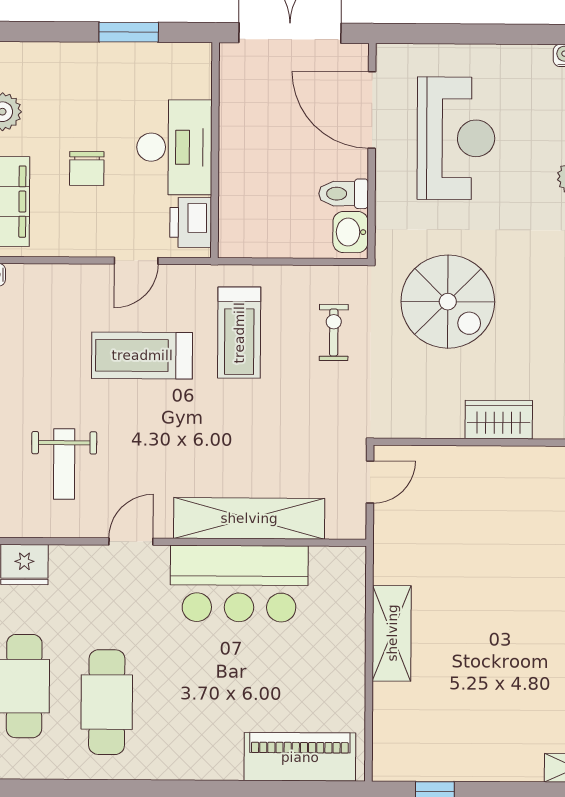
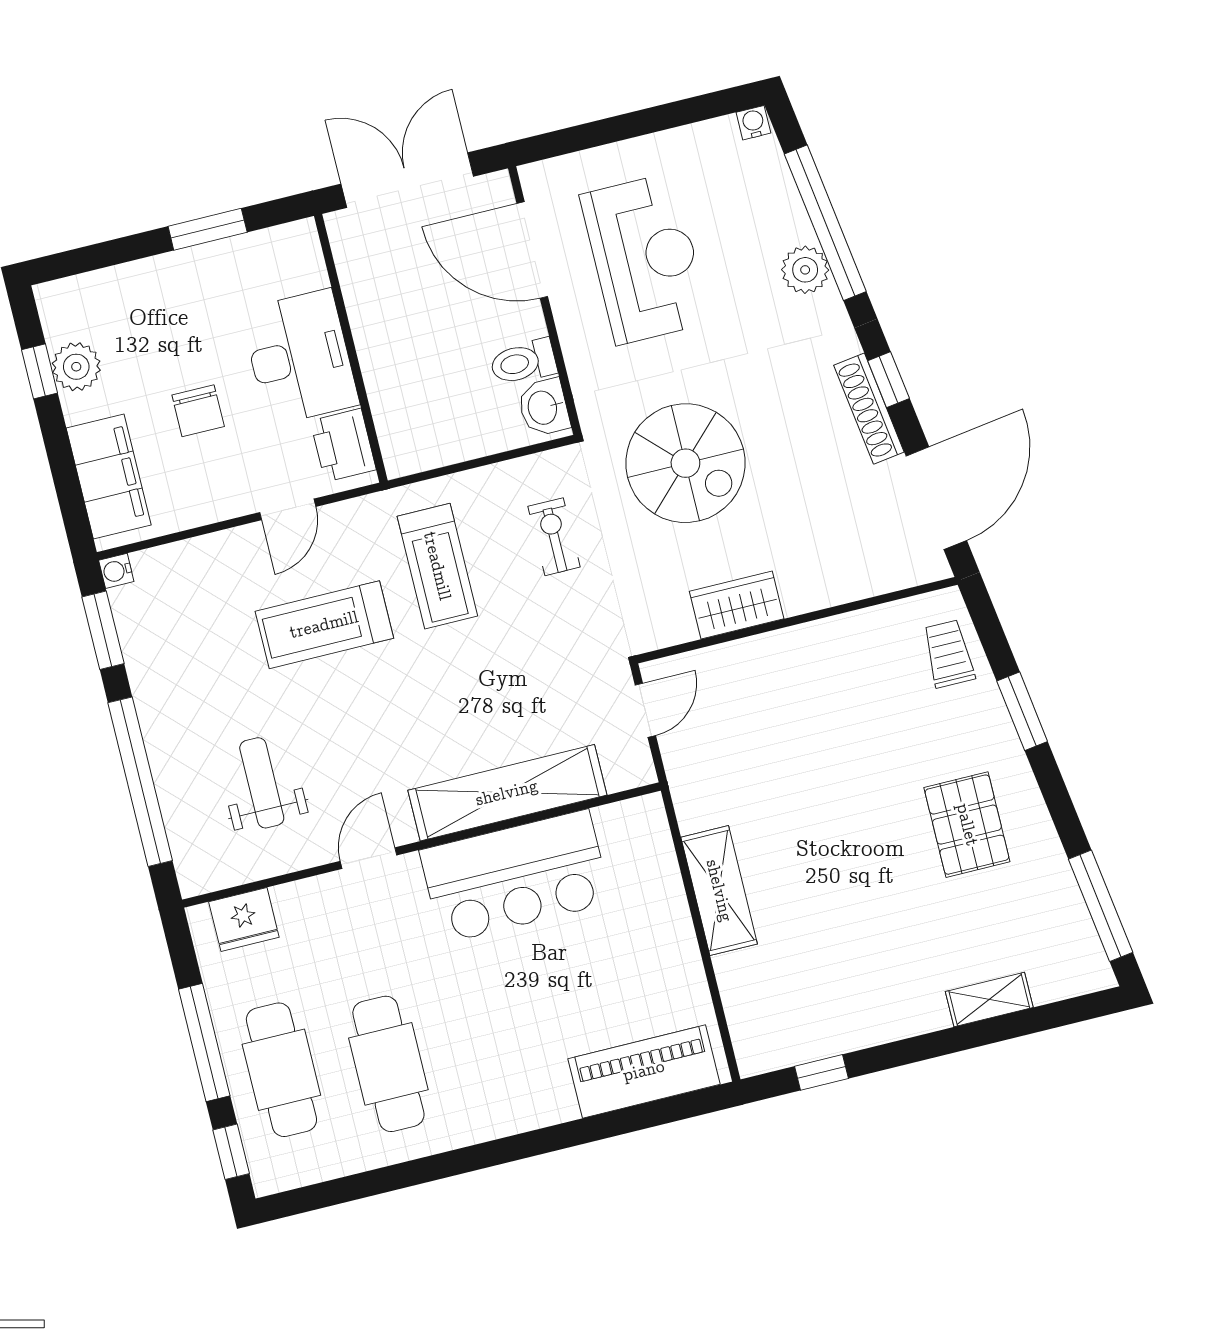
wardrobe: (499, 420) -> (737, 605), moved
weight bench: (64, 464) -> (262, 783), turned 180

